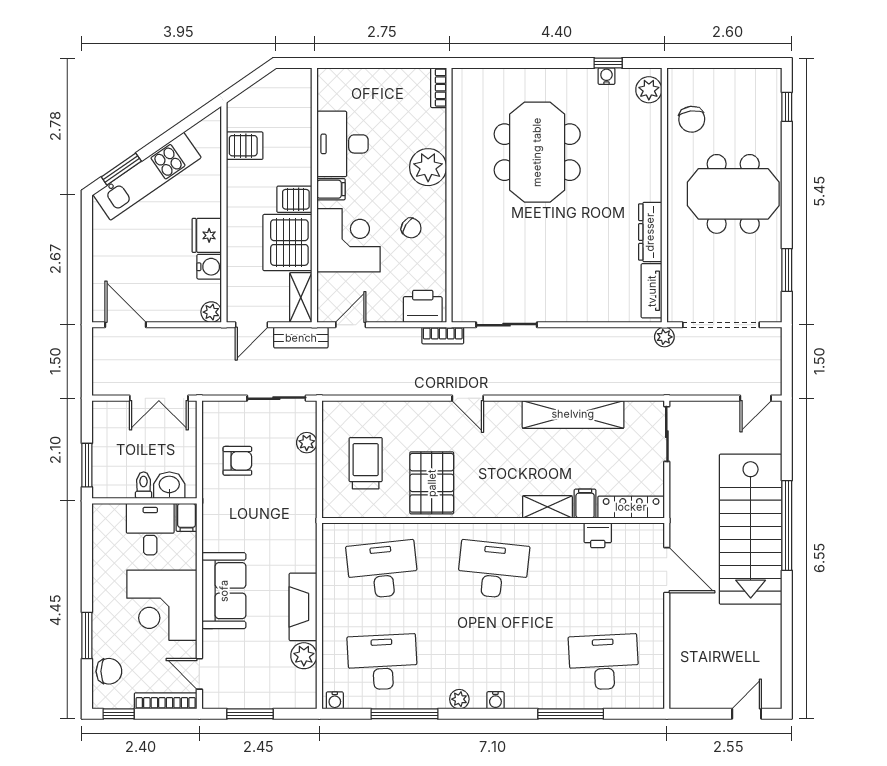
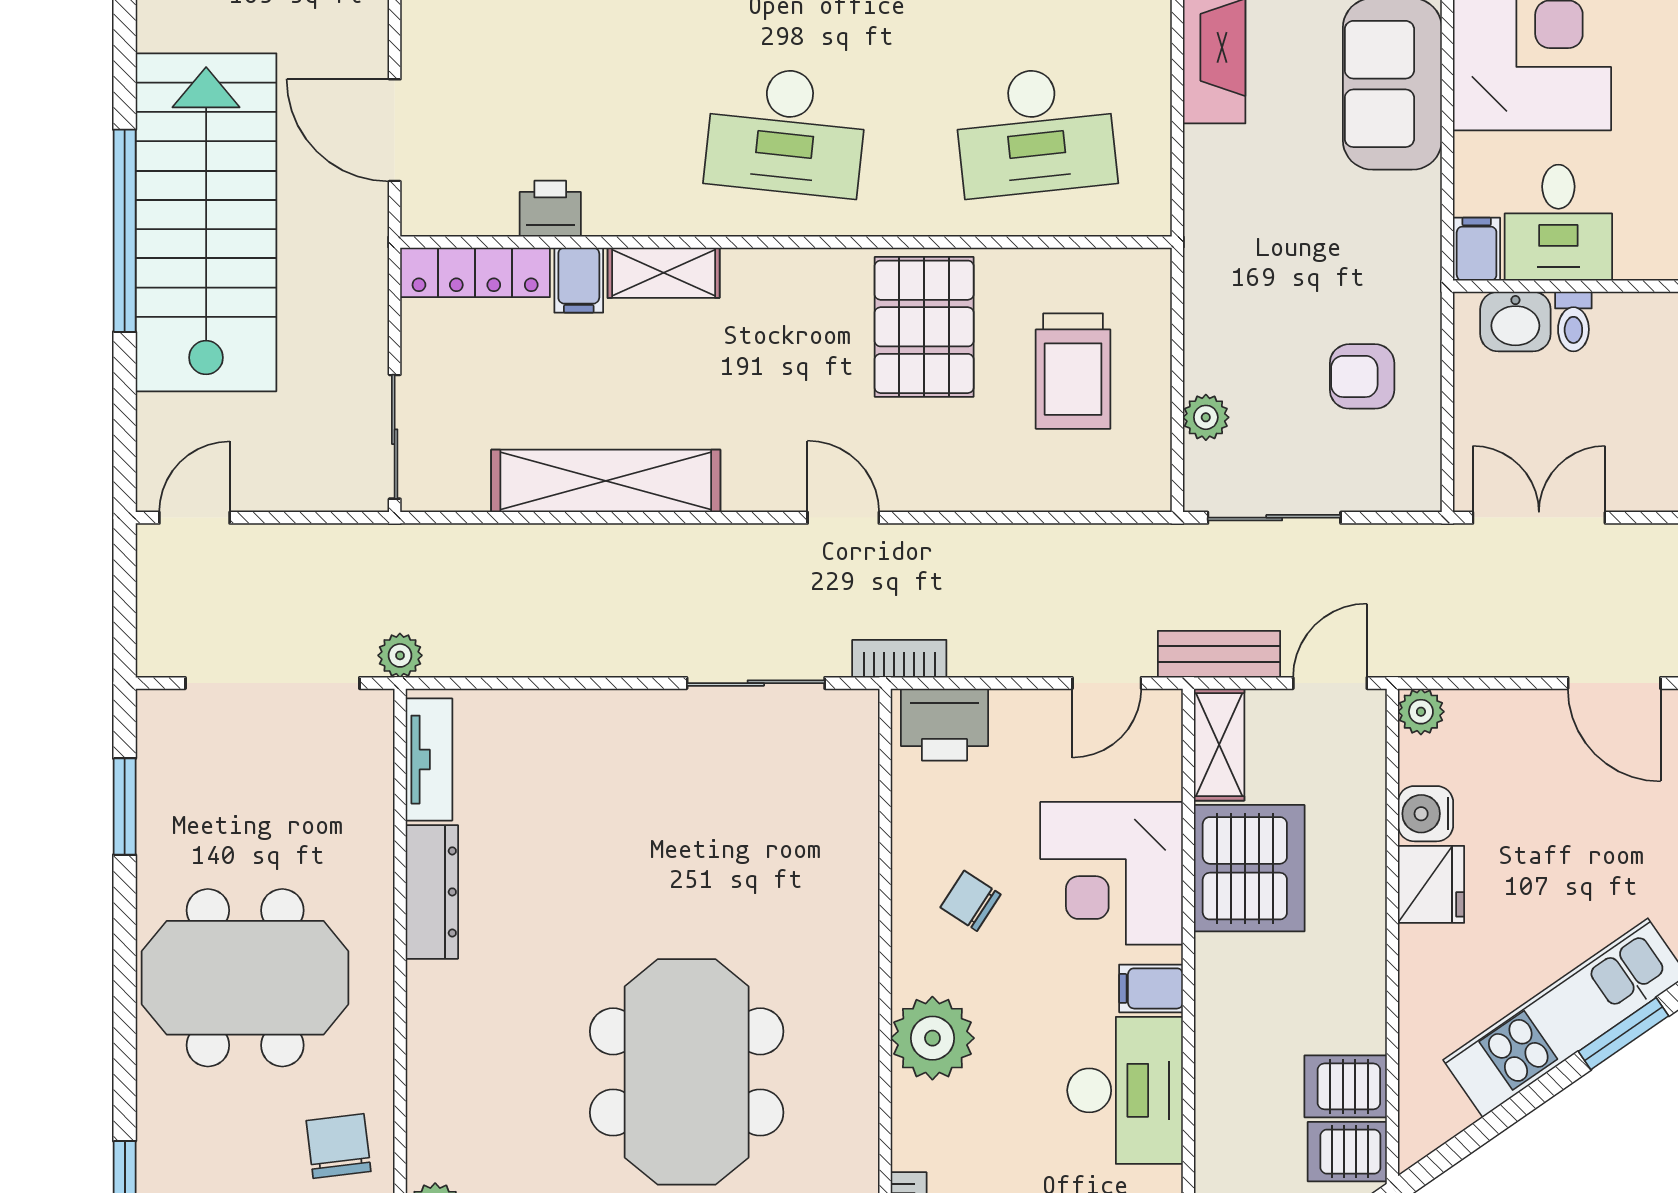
server rack: (294, 199) -> (1347, 1152), moved, turned 180

